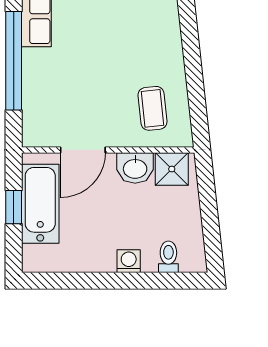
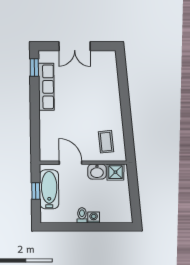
window: (14, 61) -> (35, 118), removed
door: (83, 150) -> (71, 163), swing flipped
toilet: (168, 257) -> (82, 215), moved

